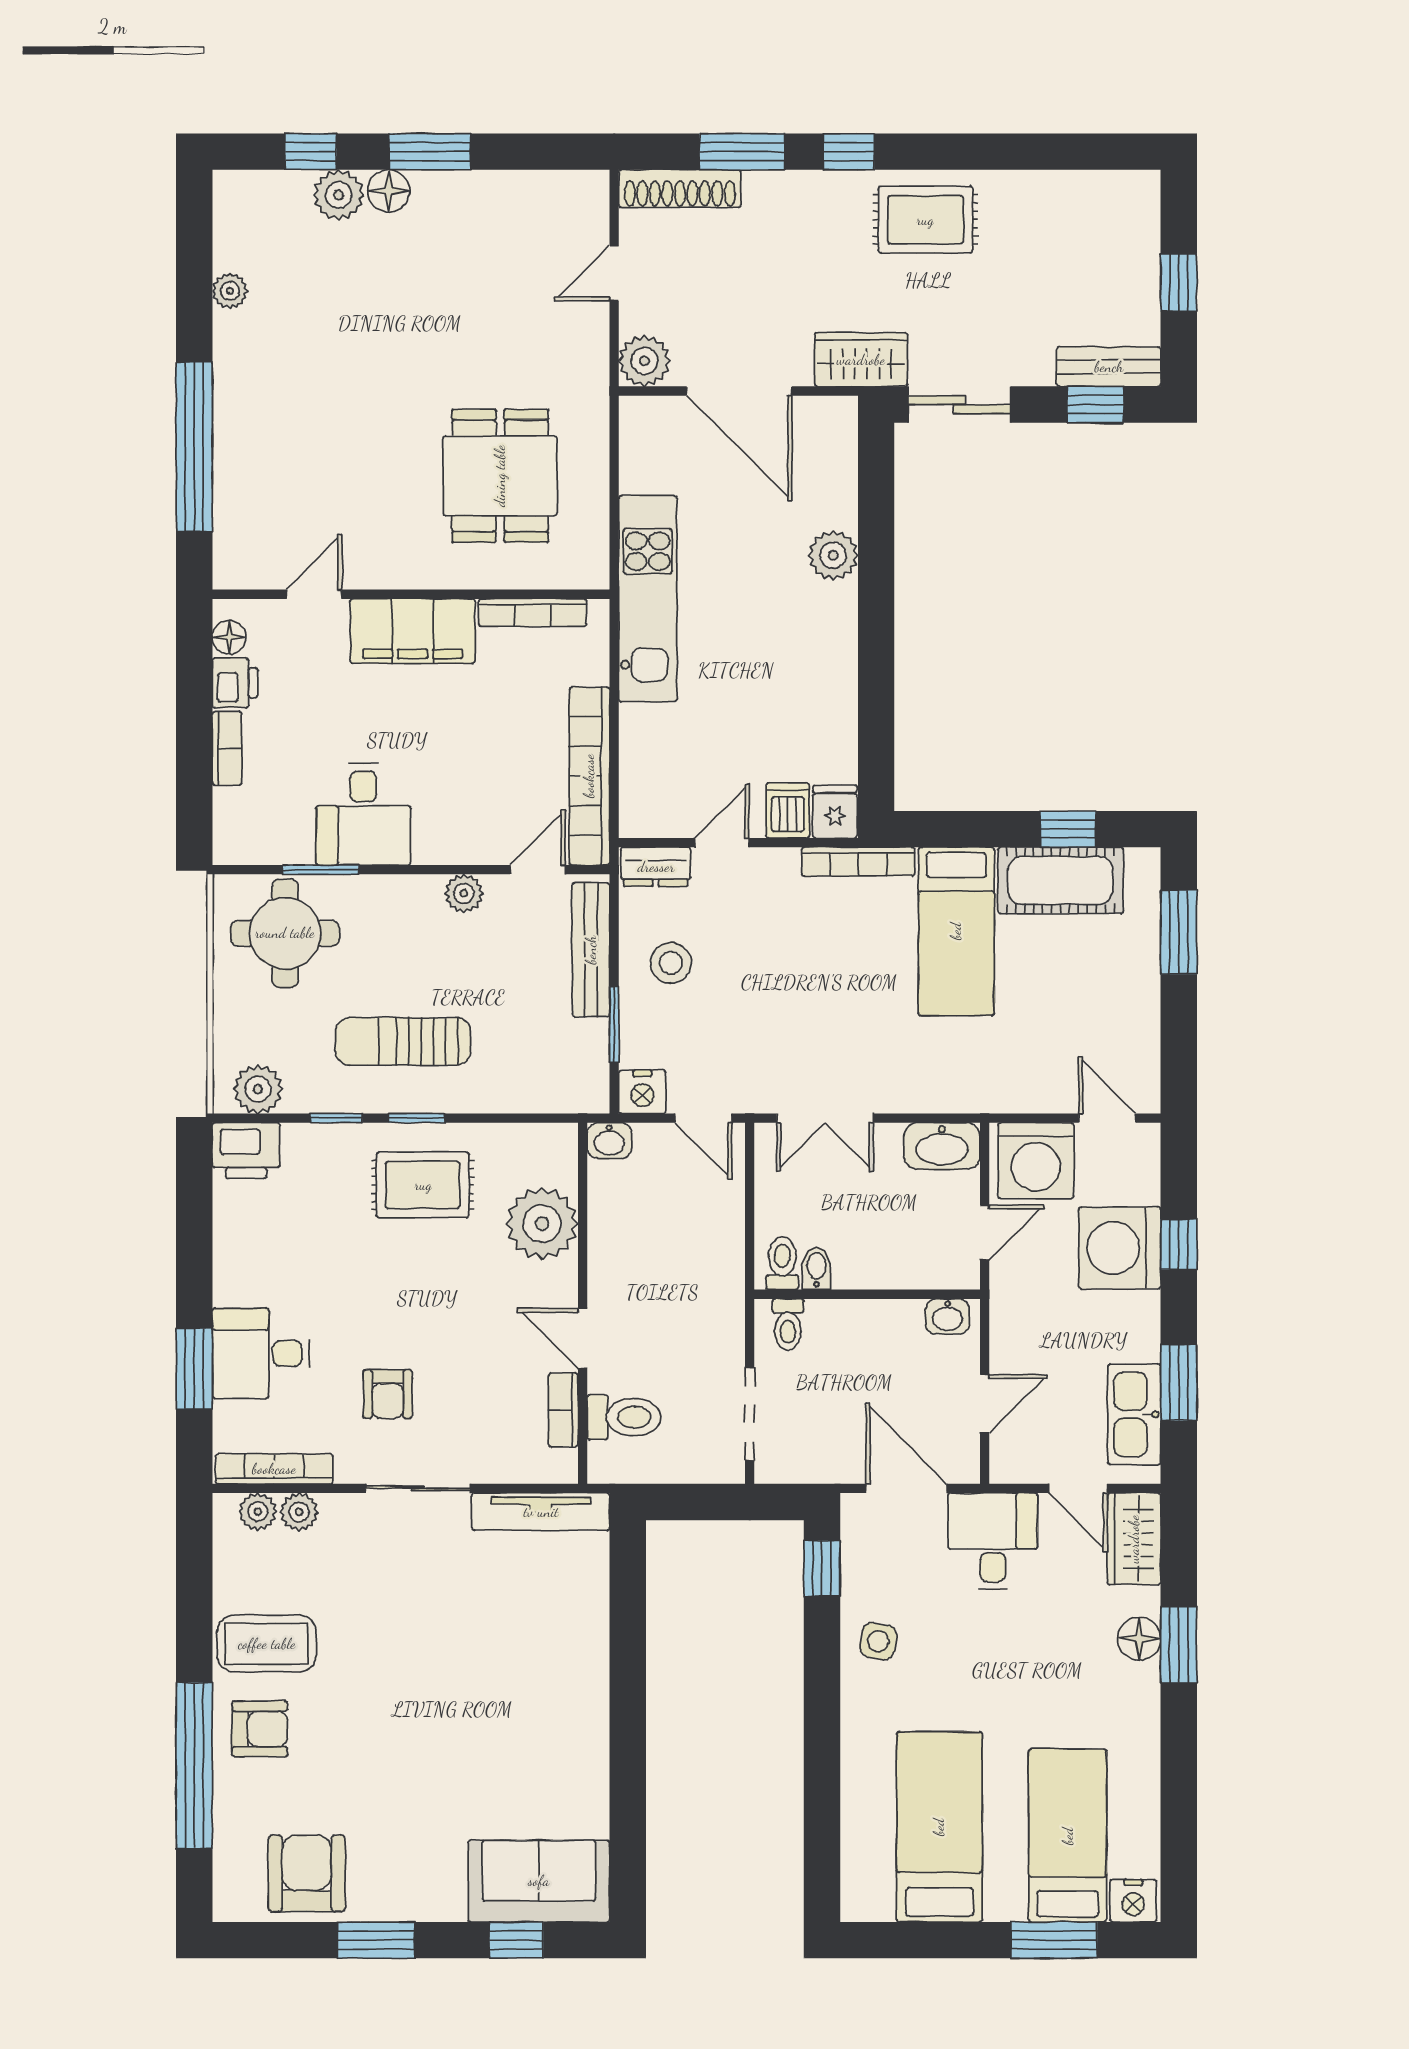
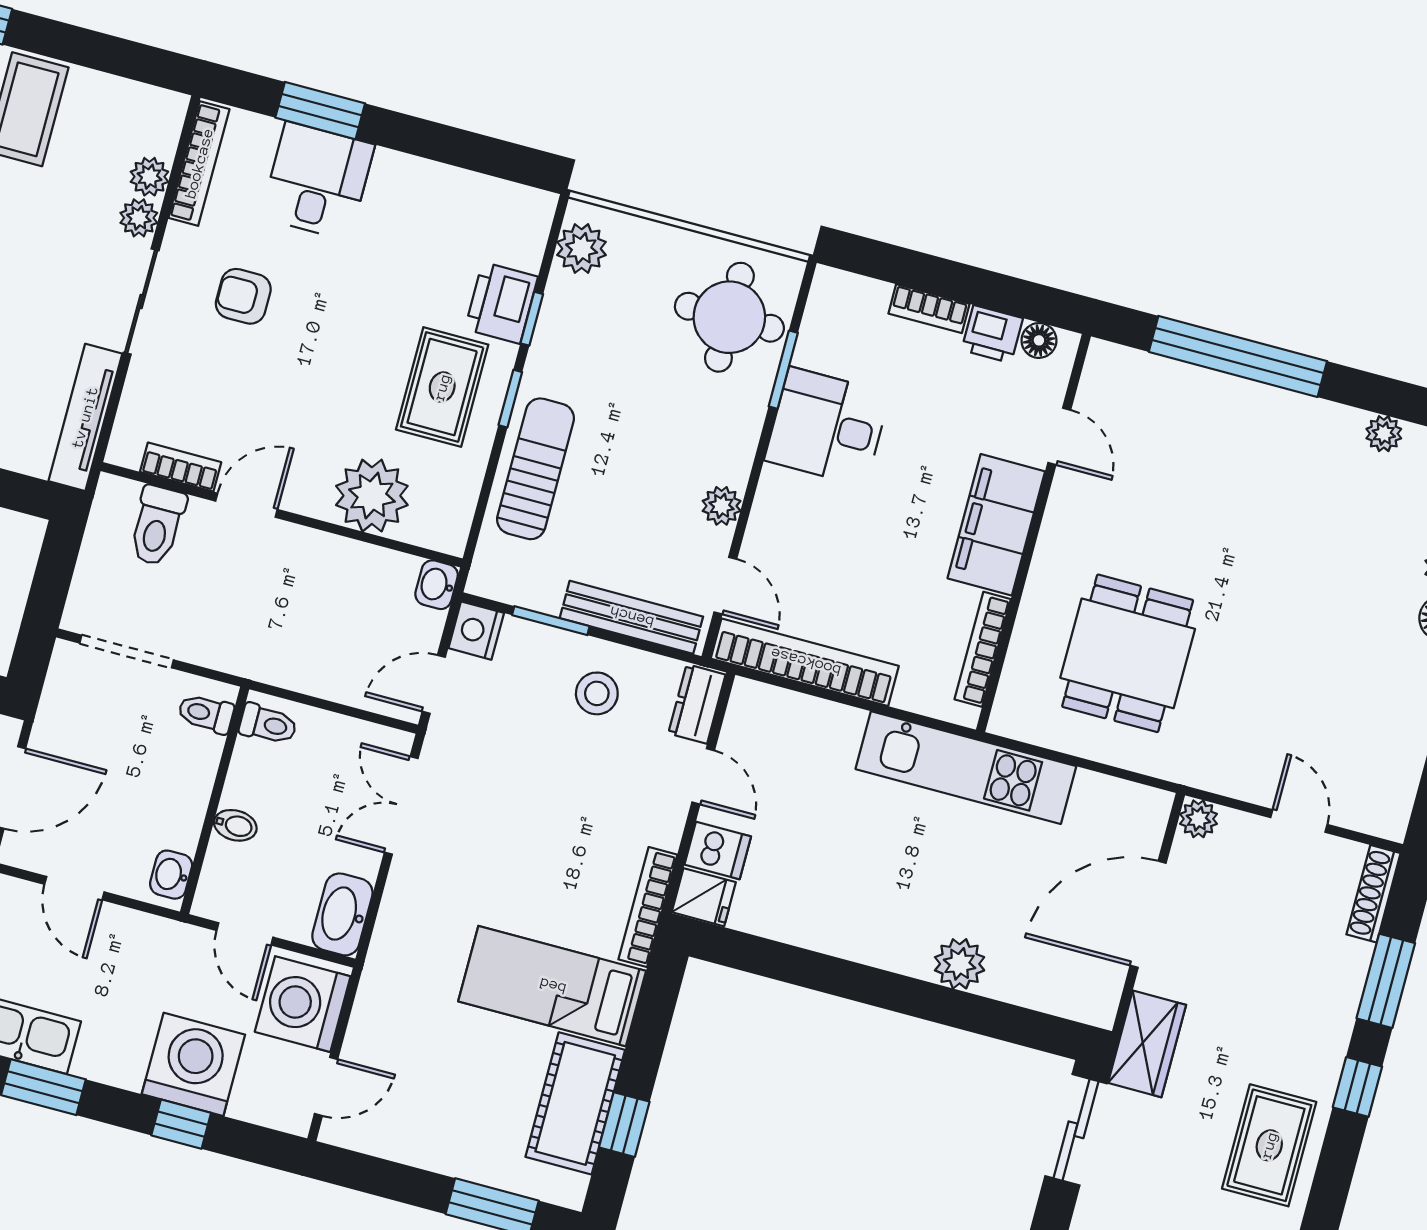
shoe rack: (680, 189) -> (1374, 894), width x0.74, depth x0.81
plant: (644, 361) -> (1198, 819), width x0.73, depth x0.73
dining table: (500, 476) -> (1128, 653), turned 90
sun lounger: (403, 1041) -> (536, 469), moved
printer: (246, 1151) -> (501, 303), moved
bidet: (816, 1269) -> (235, 825), moved
plant: (258, 1512) -> (139, 218), moved

